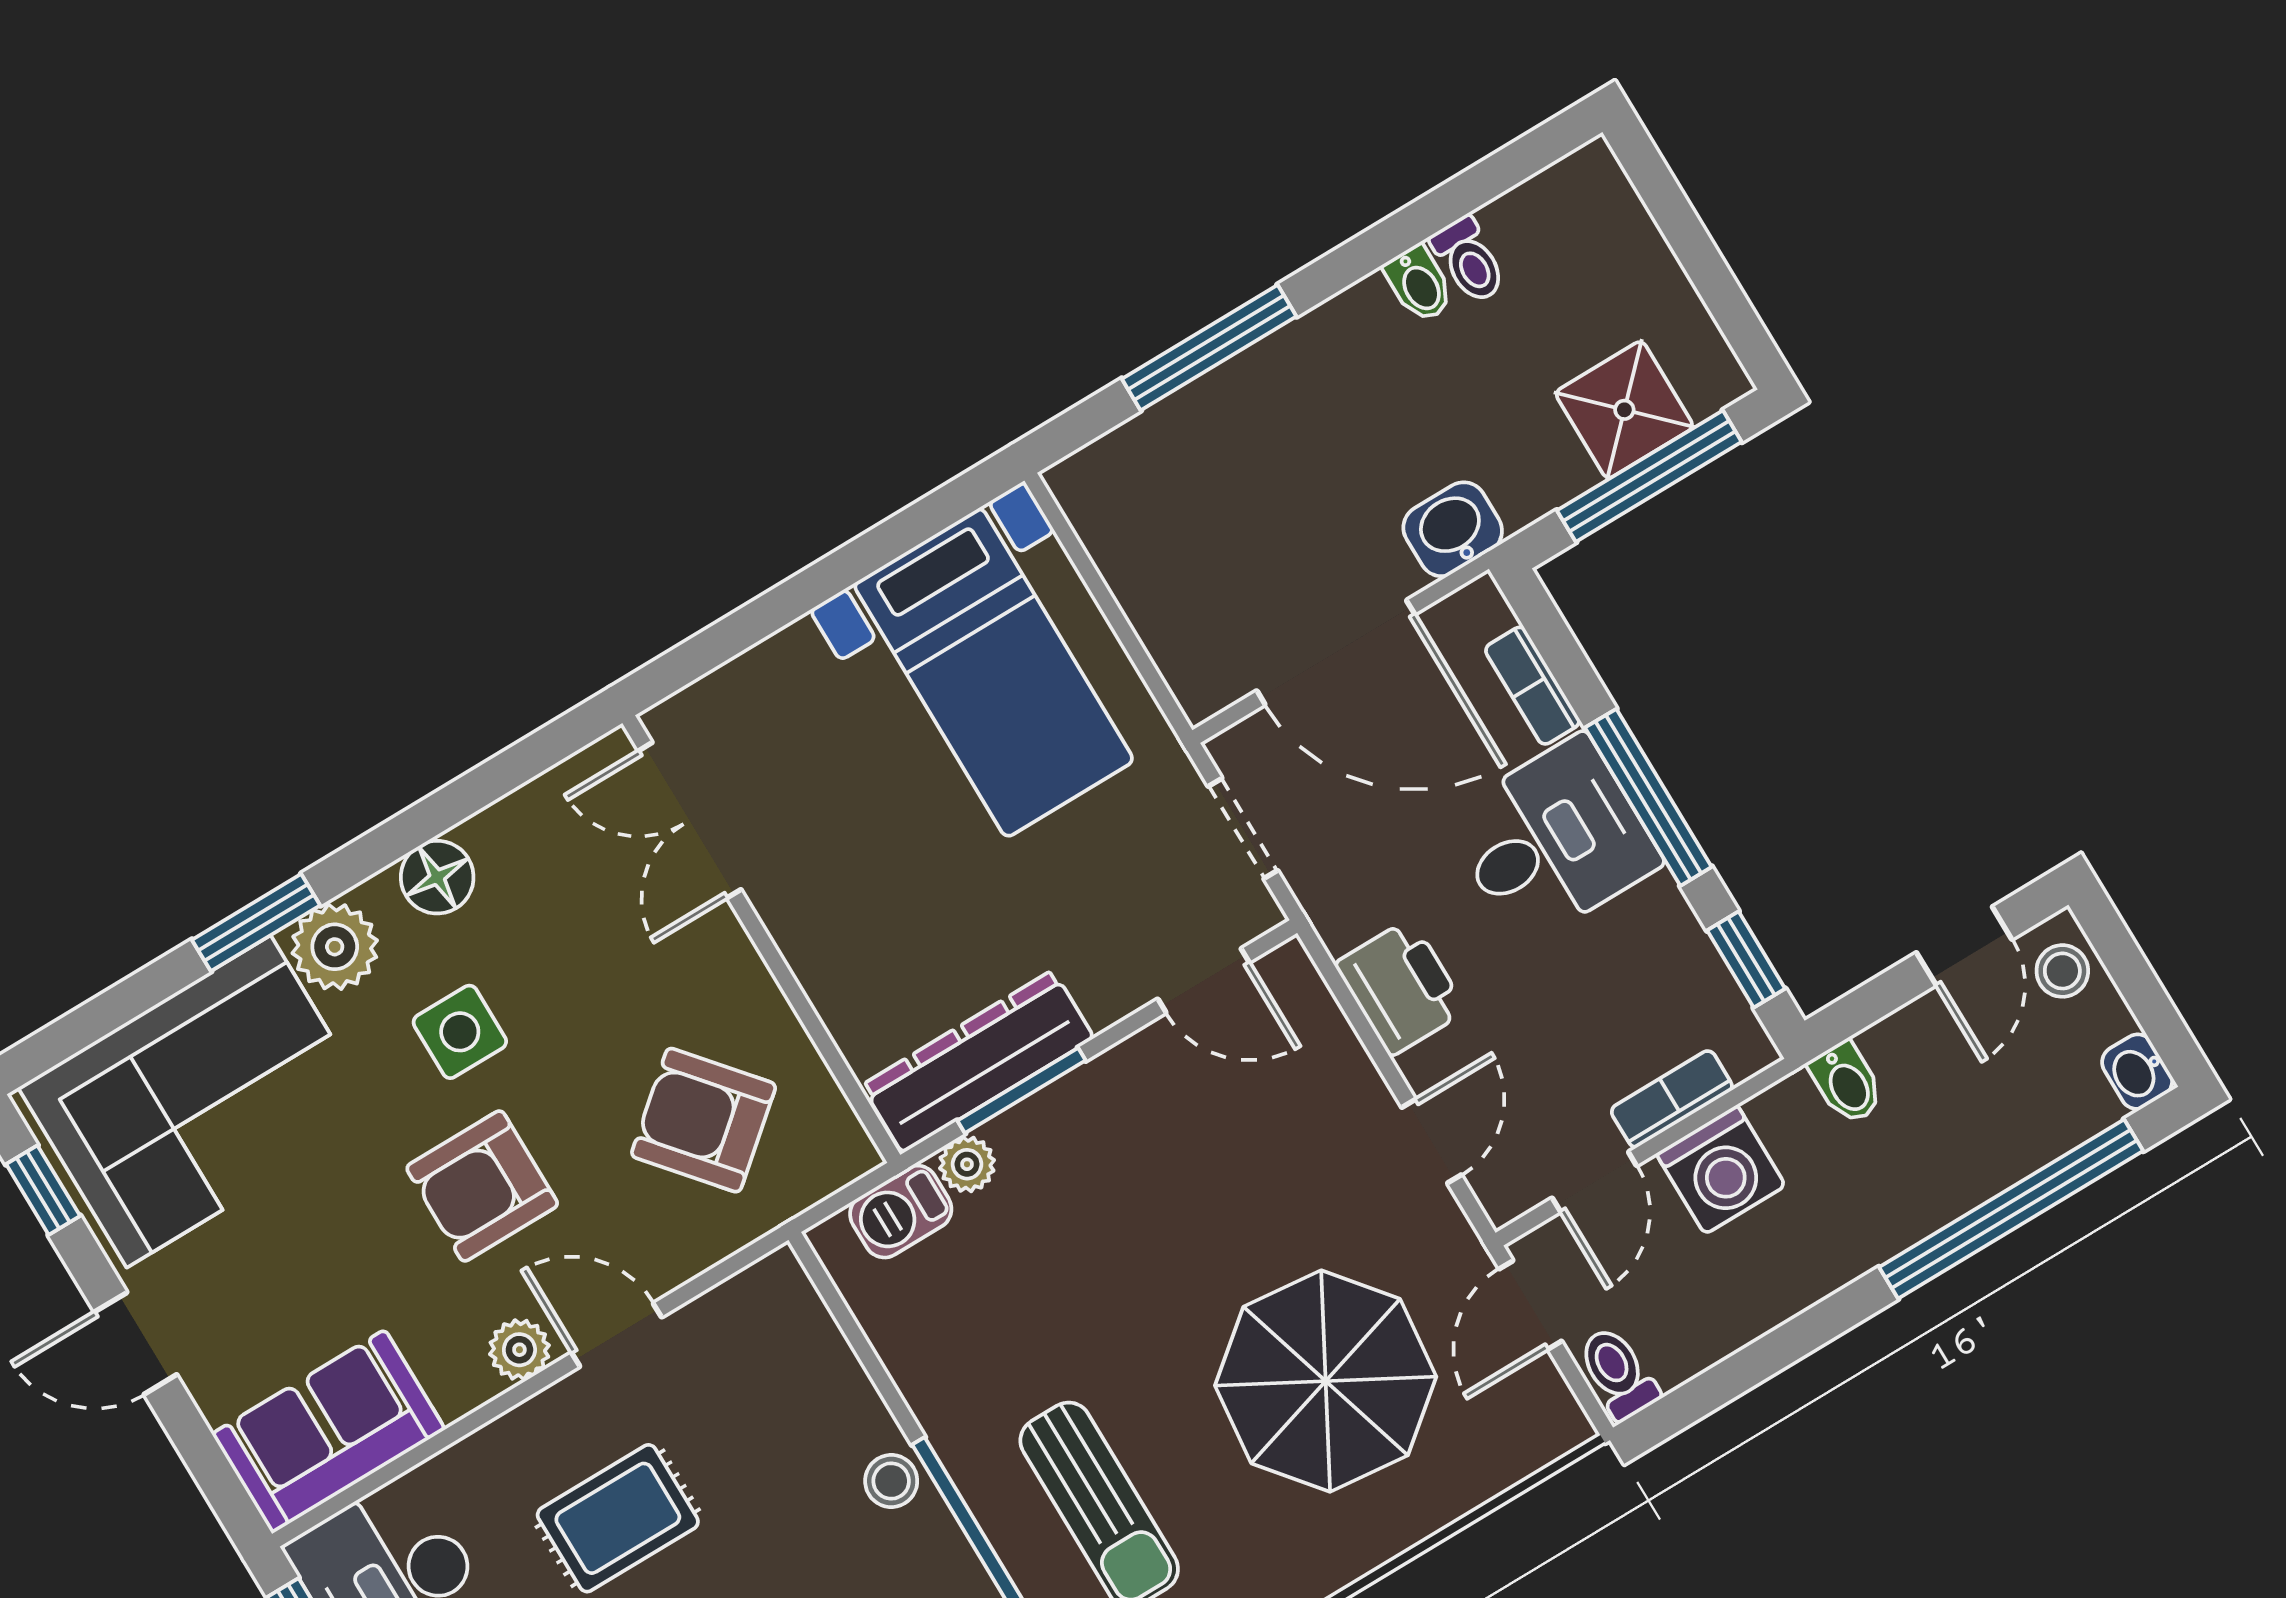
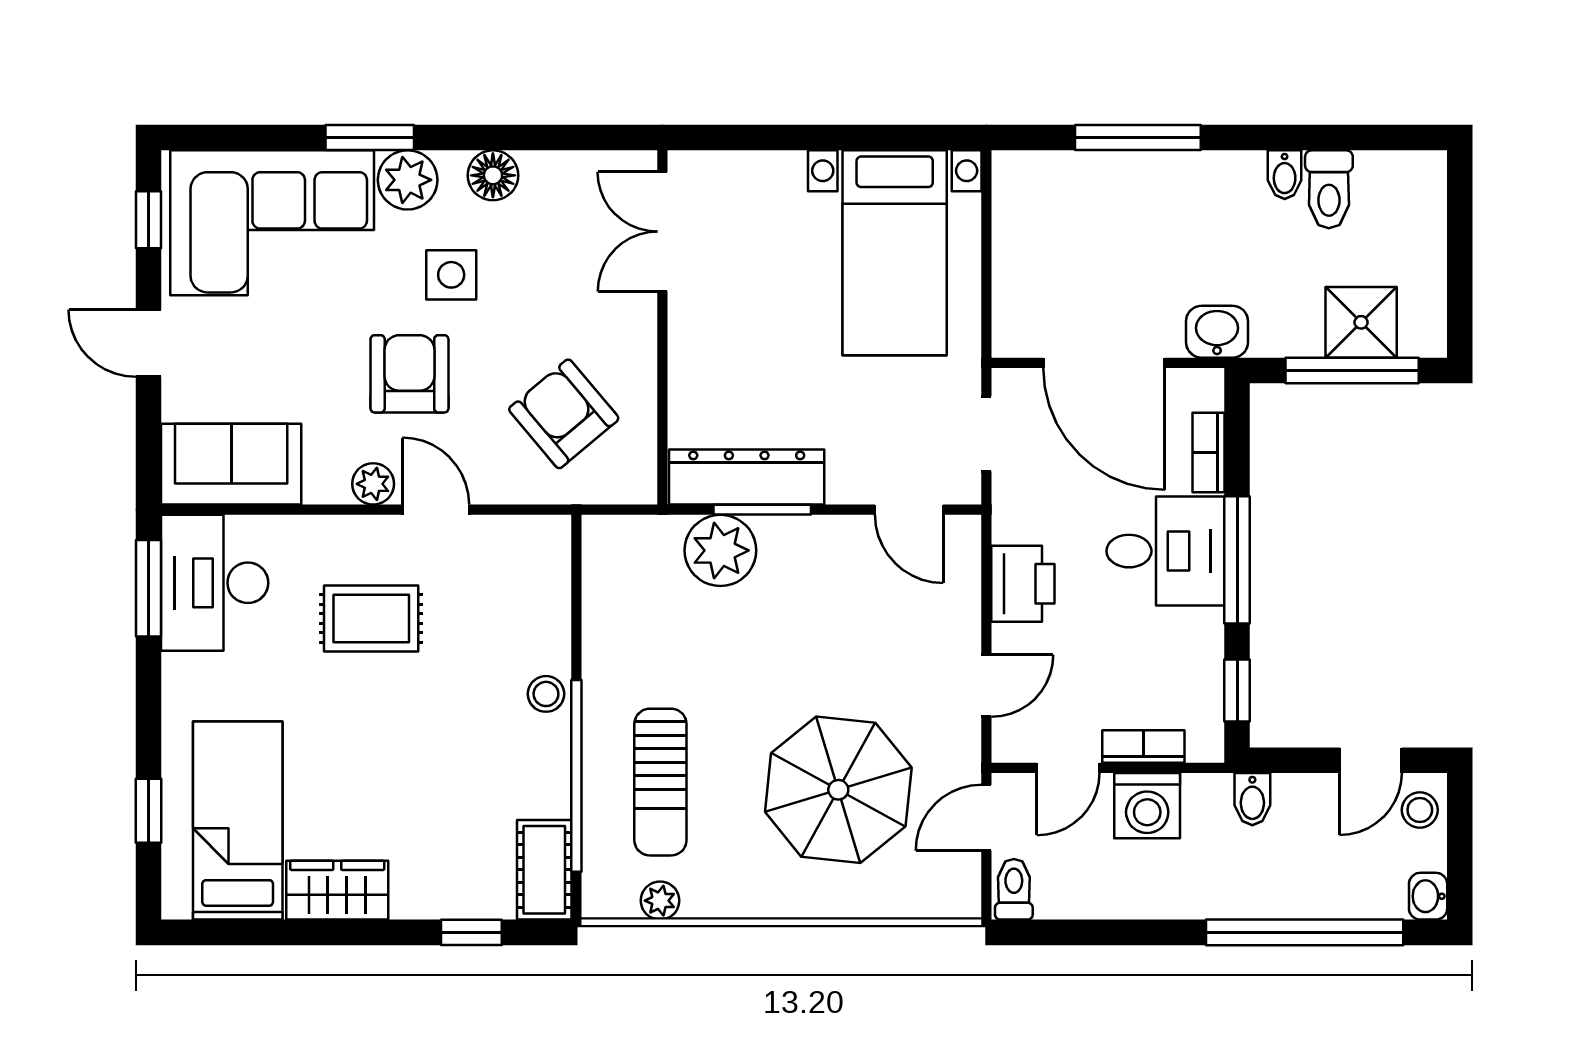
toilet: (1469, 260) -> (1329, 189), width x1.37, depth x1.39
plant: (967, 1164) -> (720, 550), width x1.87, depth x1.87
armchair: (482, 1186) -> (409, 374), turned 90
barbecue: (901, 1212) -> (648, 538), removed

